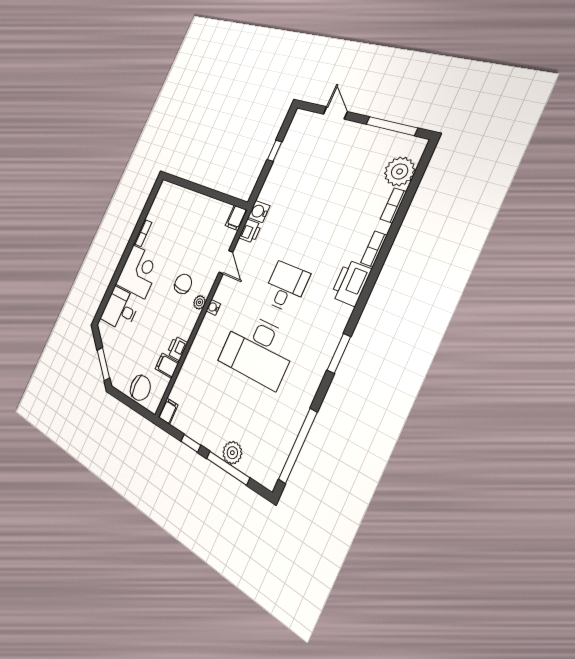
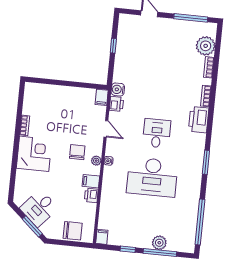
desk: (120, 309) -> (39, 208), moved, turned -49
filing cabinet: (167, 366) -> (91, 181), moved

